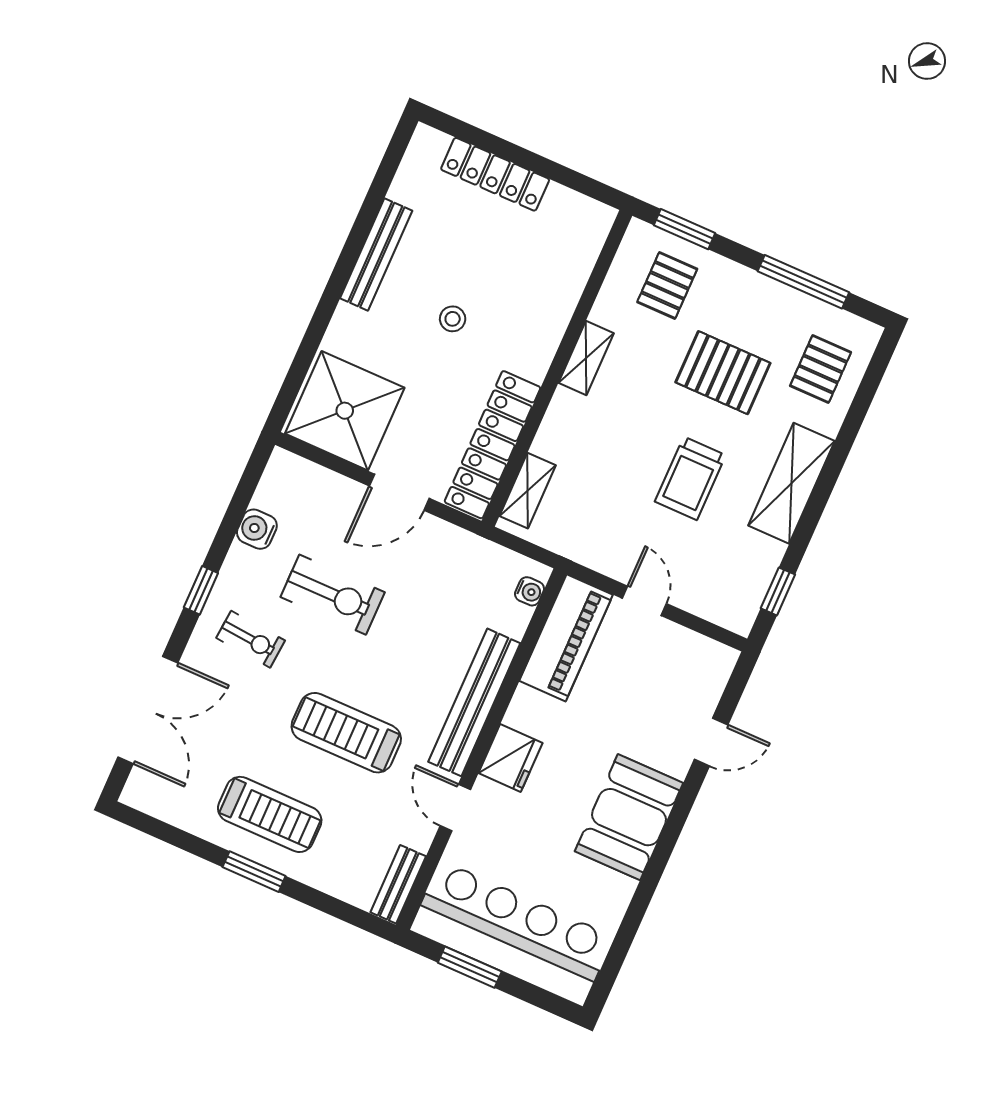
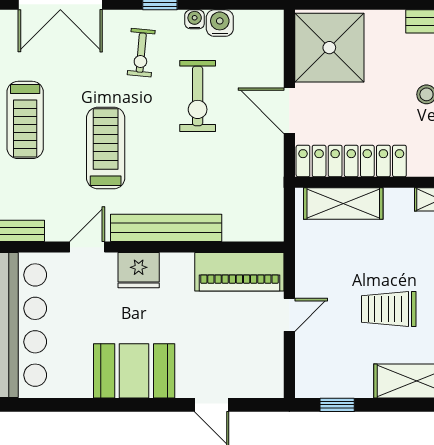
shelving: (528, 491) -> (343, 204), width x1.50, depth x1.33
water cooler: (530, 591) -> (195, 19), moved, turned 180

